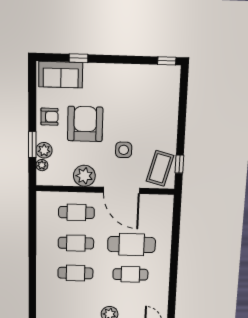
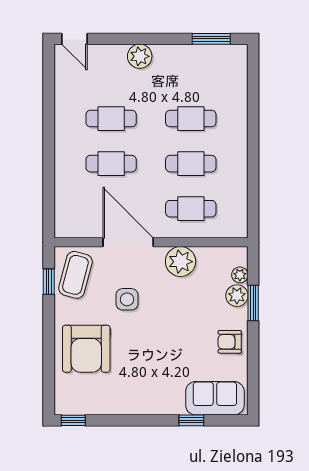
armchair: (85, 124) -> (86, 349), moved
cafe table: (132, 245) -> (111, 164), width x0.73, depth x0.74

